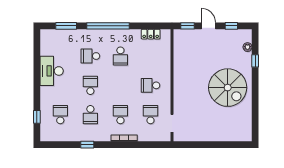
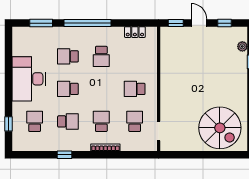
desk: (52, 71) -> (29, 79), width x1.36, depth x1.30
school desk: (90, 85) -> (68, 89), turned -90
spiral stairs: (228, 88) -> (220, 128), moved
school desk: (90, 115) -> (68, 121), turned -90

